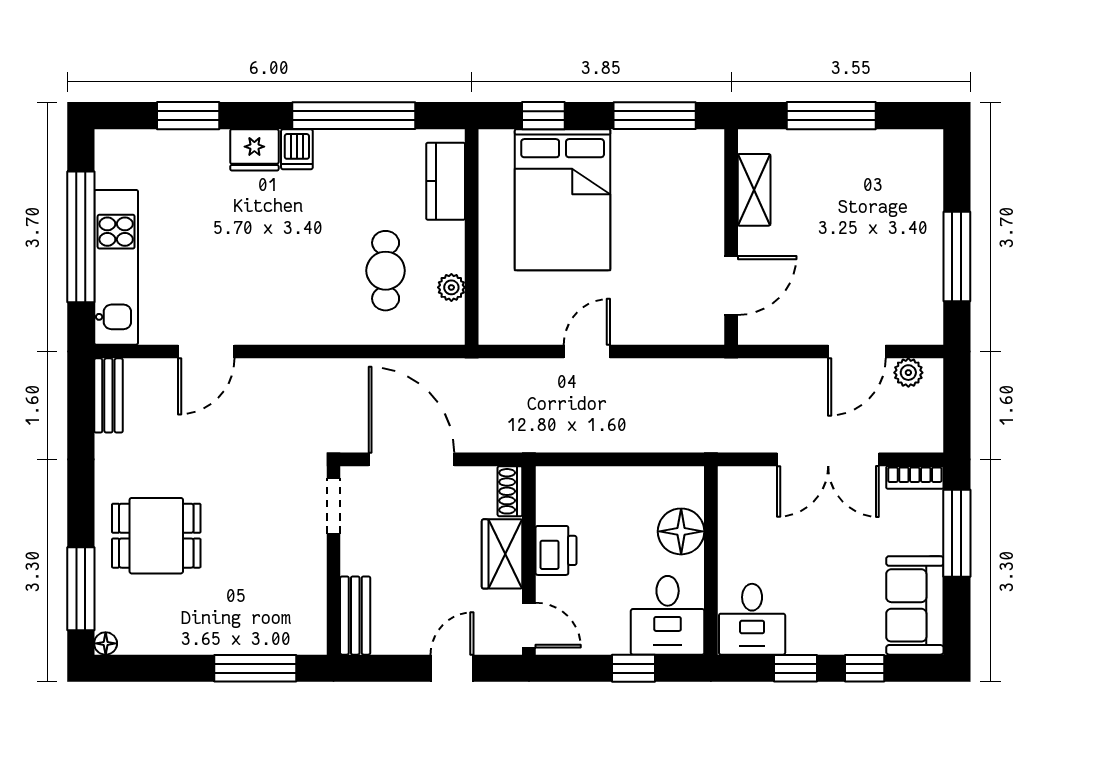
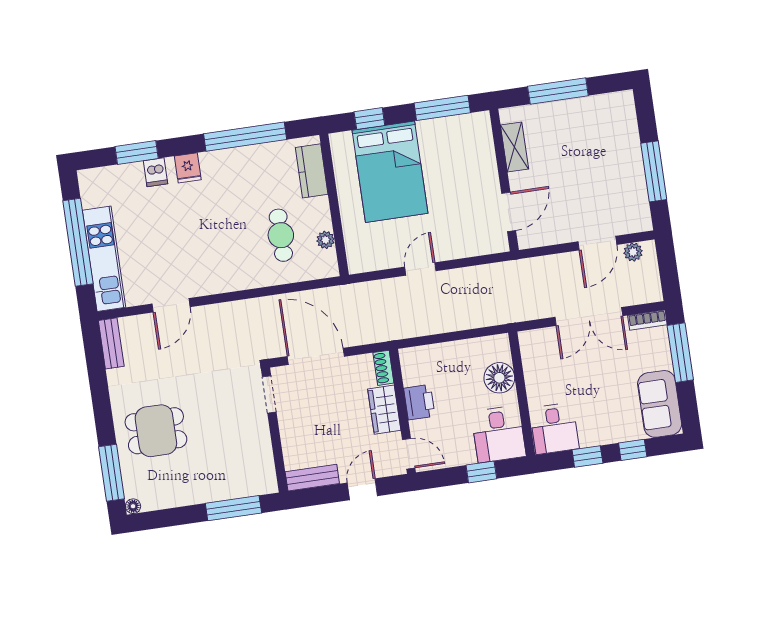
dishwasher: (297, 149) -> (155, 172), moved
fridge: (254, 150) -> (188, 168), width x0.72
bench: (355, 616) -> (312, 478), moved, turned 90

